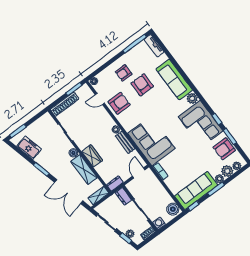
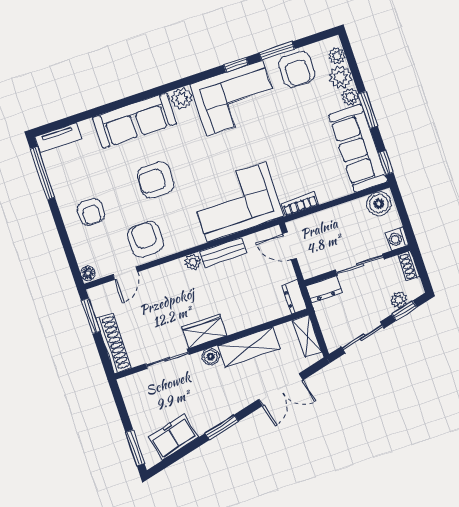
armchair: (142, 85) -> (156, 180), moved
wardrobe: (92, 156) -> (204, 331), moved
double door: (69, 192) -> (281, 390), width x0.73

